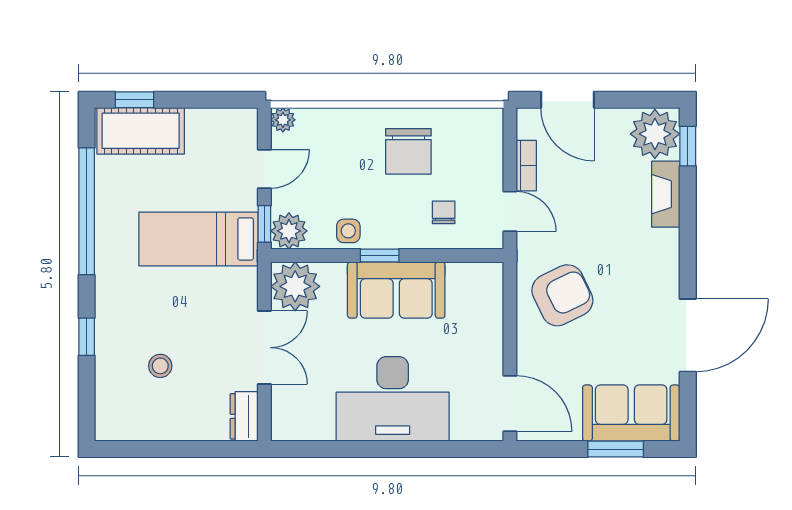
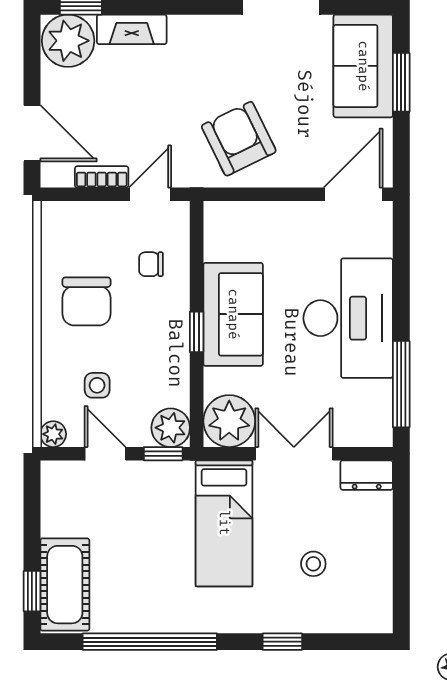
door: (567, 100) -> (32, 133), hinge flipped
chair: (408, 151) -> (86, 301), turned 90
side table: (348, 231) -> (97, 385), moved
bed: (198, 239) -> (224, 523), moved
window: (330, 449) -> (401, 384), added

